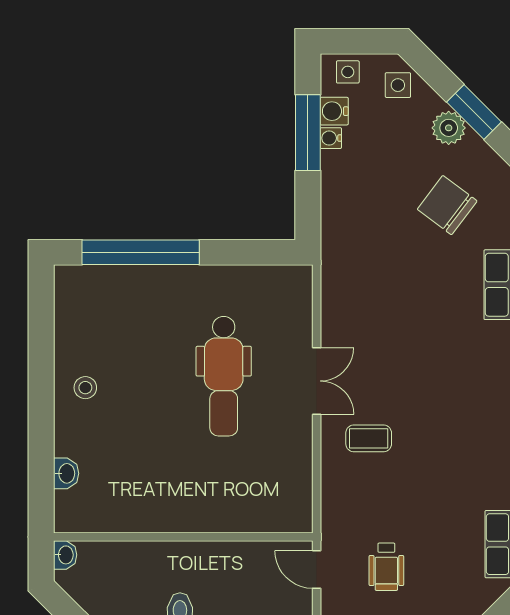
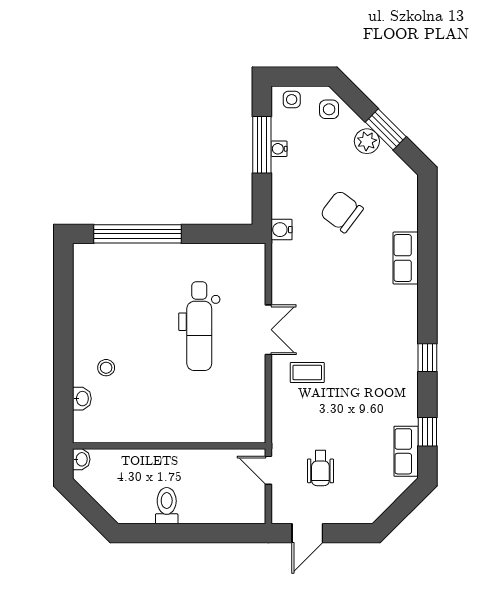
water cooler: (334, 111) -> (282, 230), moved
chair: (447, 205) -> (342, 212), moved
stool: (85, 388) -> (106, 368), moved

